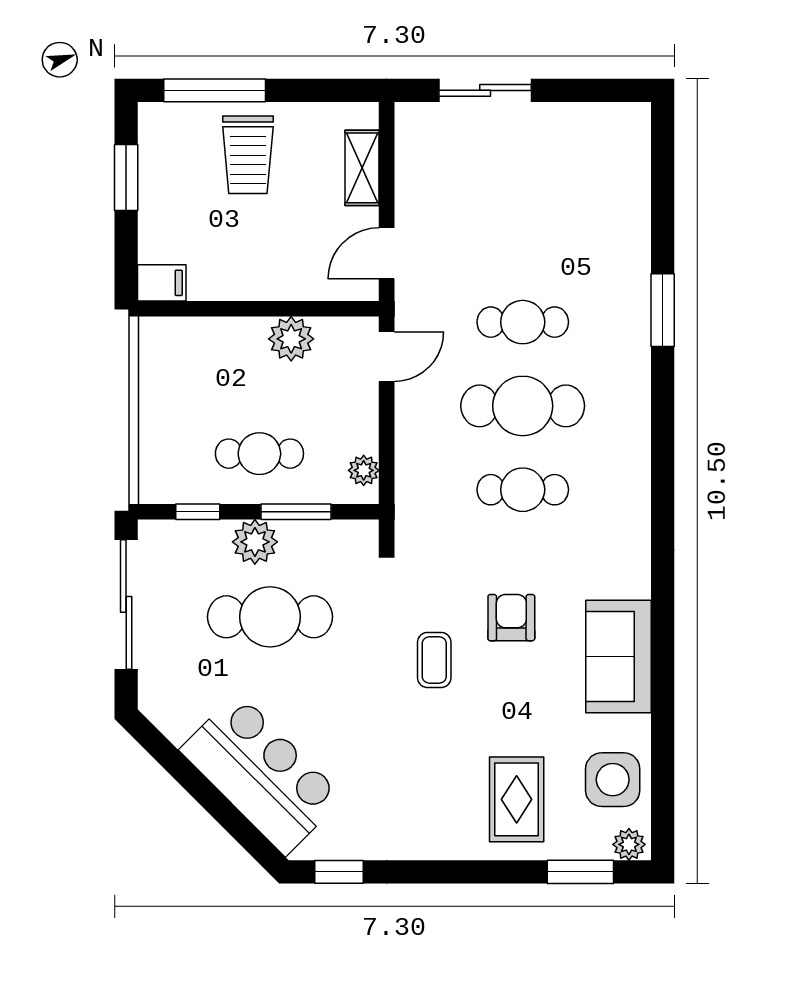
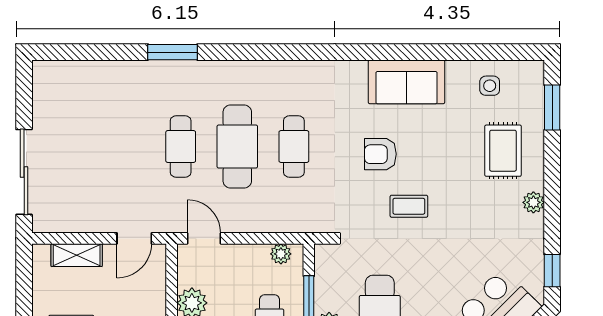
sliding door: (485, 90) -> (24, 172), width x1.37
door: (387, 253) -> (134, 238), hinge flipped
side table: (613, 780) -> (490, 86), width x0.54, depth x0.54
rug: (517, 799) -> (503, 151), turned 90
plant: (629, 844) -> (533, 202), moved

